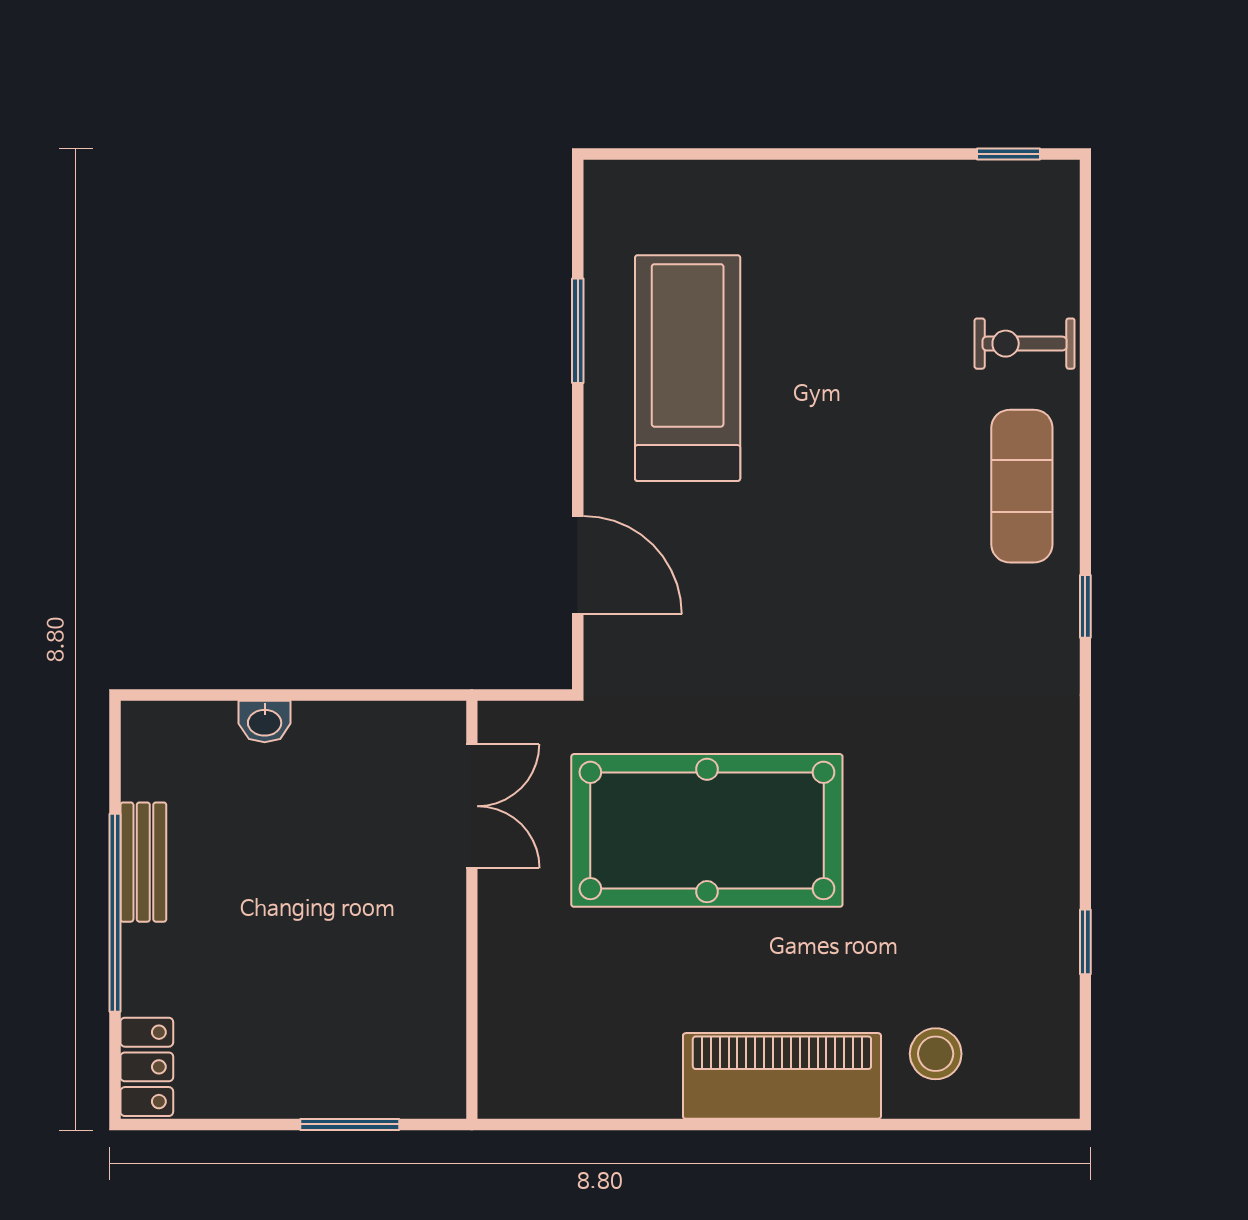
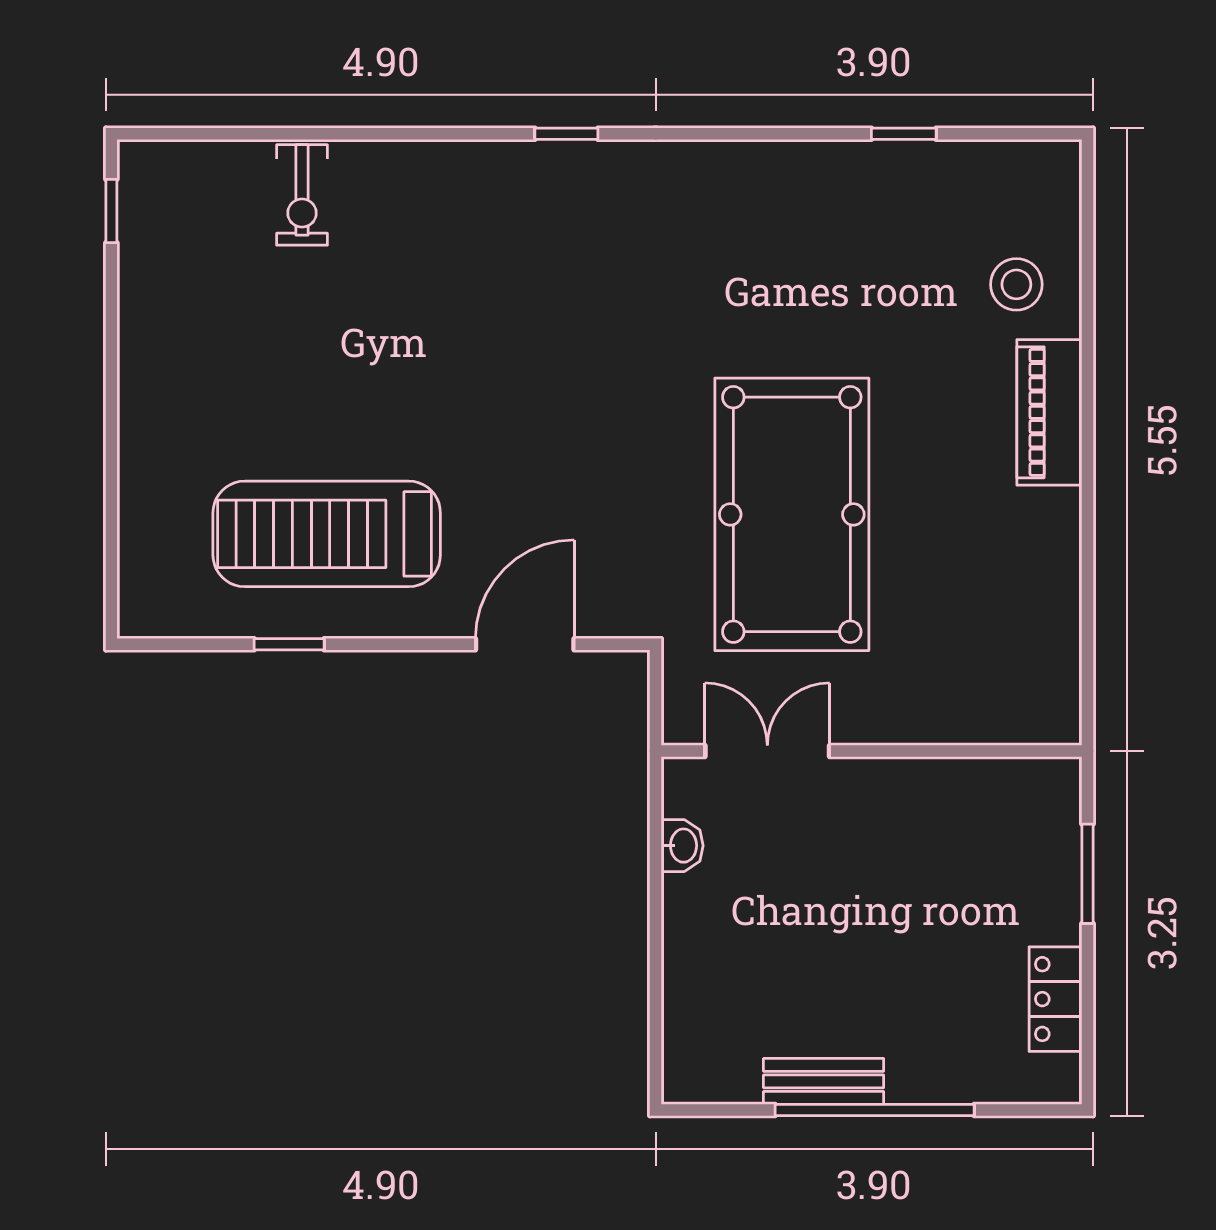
window: (578, 331) -> (289, 644), width x0.67
exercise mat: (1022, 486) -> (445, 198), removed
washbasin: (265, 722) -> (682, 846), moved
locker: (147, 1067) -> (1056, 999), moved, turned -90
piano: (782, 1076) -> (1049, 412), width x0.73, depth x0.75

